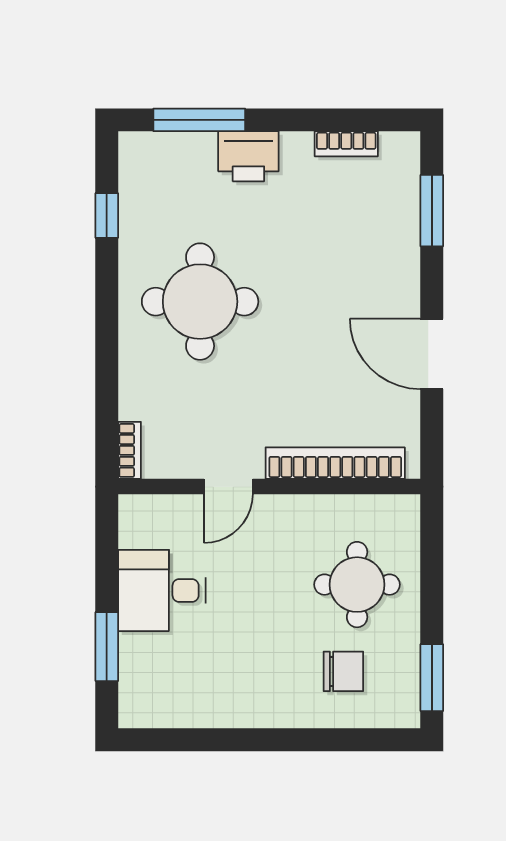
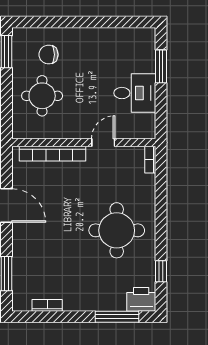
printer: (248, 156) -> (141, 299), moved

